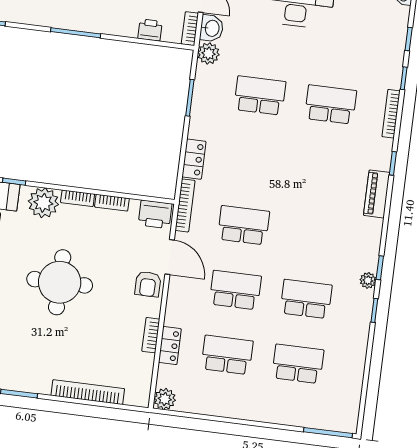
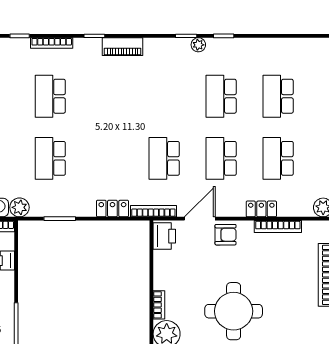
bookcase: (112, 203) -> (159, 275), removed
bookcase: (151, 335) -> (278, 227), width x1.56
locker: (170, 346) -> (261, 209), moved

